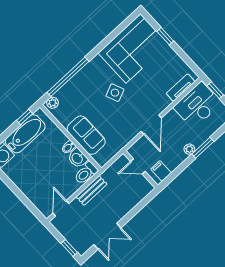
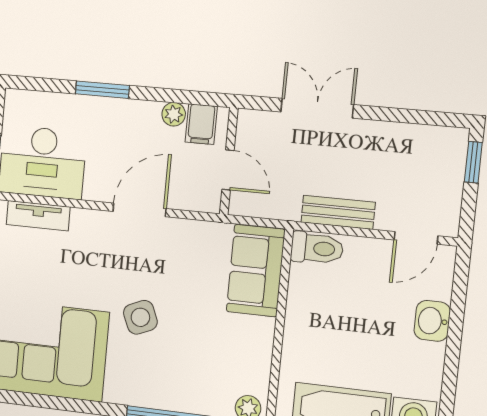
sofa: (86, 135) -> (256, 271), moved
bidet: (68, 147) -> (299, 317), removed
plant: (189, 149) -> (174, 114), moved
washbasin: (77, 158) -> (432, 321), moved, turned 180
double door: (107, 236) -> (317, 108), moved

